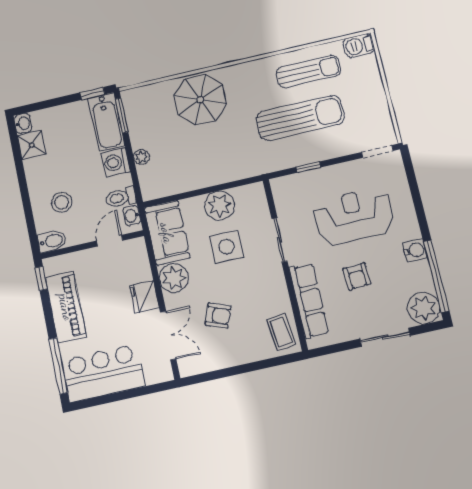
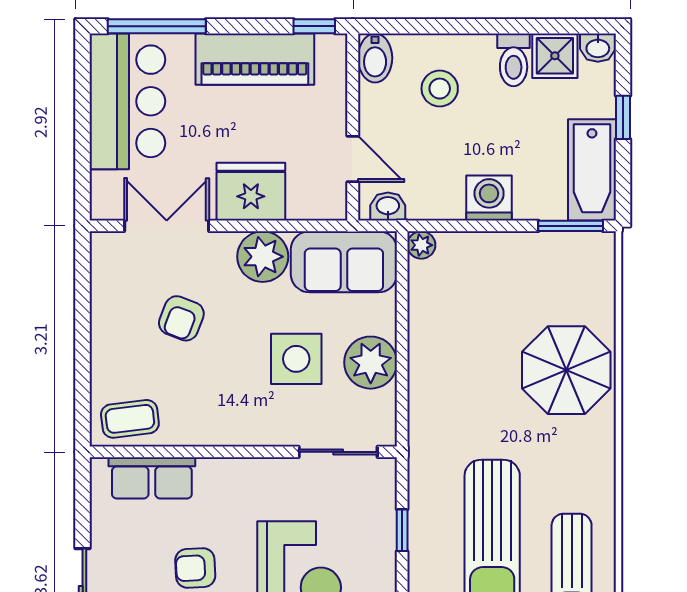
window: (92, 93) -> (623, 117), moved
bathtub: (106, 122) -> (592, 170), moved, turned -90
plant: (141, 157) -> (421, 245), moved
toilet: (121, 198) -> (514, 60), moved, turned 180
sliding door: (279, 240) -> (338, 452), moved
fridge: (144, 297) -> (251, 192), width x1.36, depth x1.34
row of seats: (309, 301) -> (152, 478), width x0.68
double door: (168, 336) -> (167, 226), swing flipped

